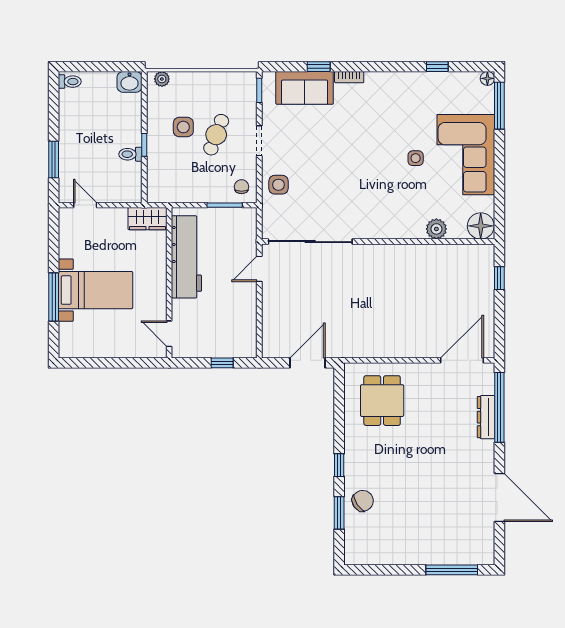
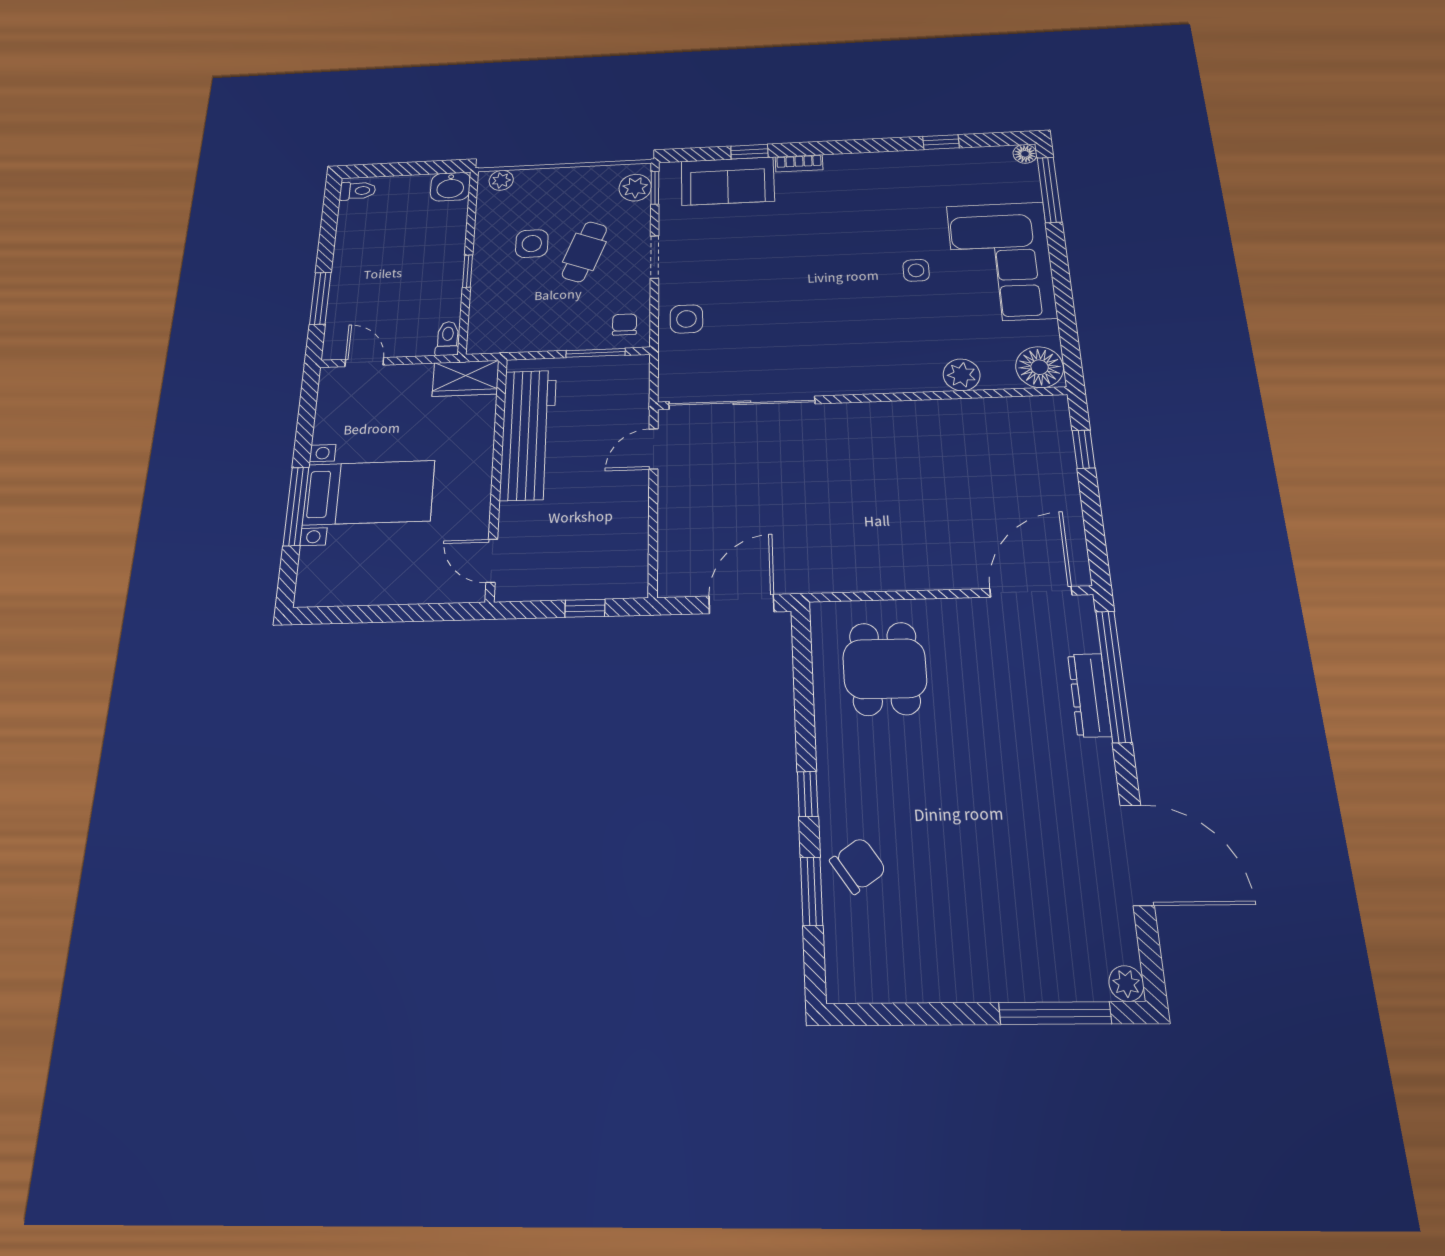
plant: (247, 89) -> (635, 188), added
toilet: (130, 154) -> (448, 338), moved, turned 90
plant: (487, 557) -> (1126, 984), added

